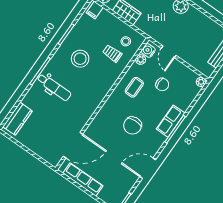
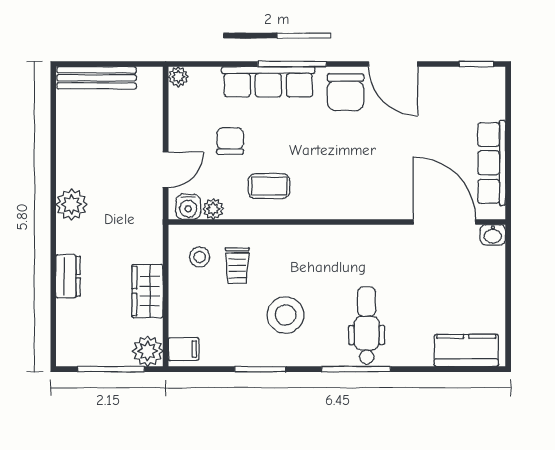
row of seats: (171, 121) -> (268, 82), width x1.48
chair: (133, 125) -> (346, 92), moved, turned 93
washbasin: (55, 160) -> (493, 235), added

